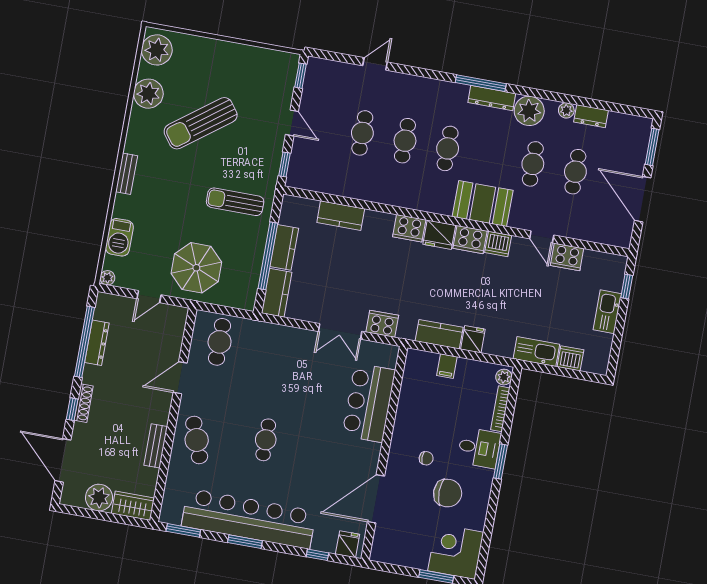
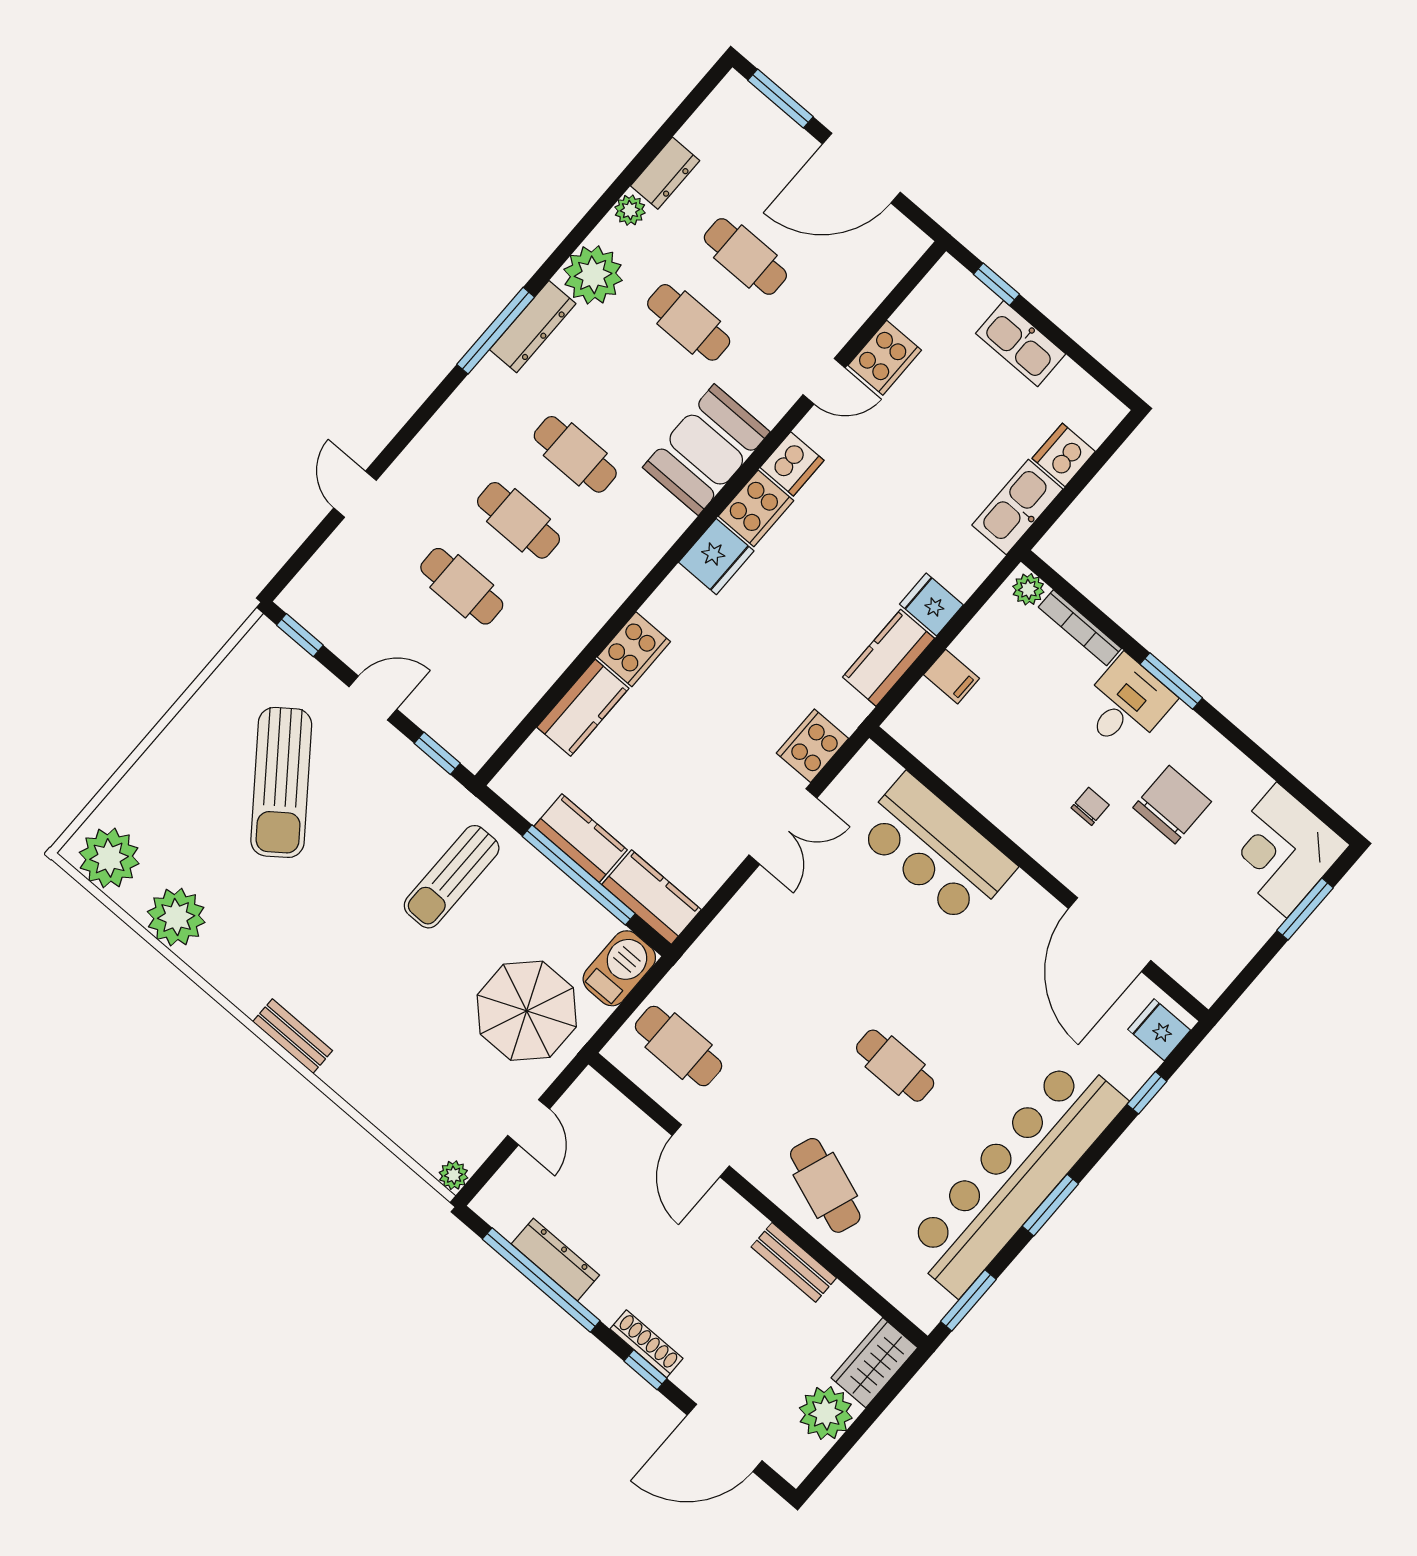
sun lounger: (201, 123) -> (281, 782), moved
cooker: (409, 228) -> (634, 649), moved
barbecue: (119, 237) -> (619, 968), moved, turned -90
cafe table: (197, 440) -> (825, 1185), turned 40

